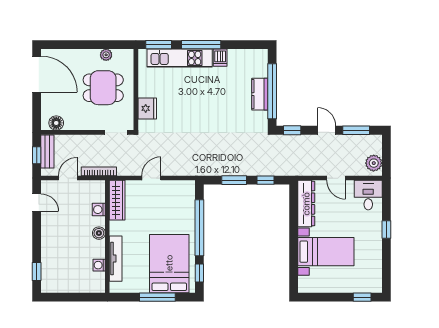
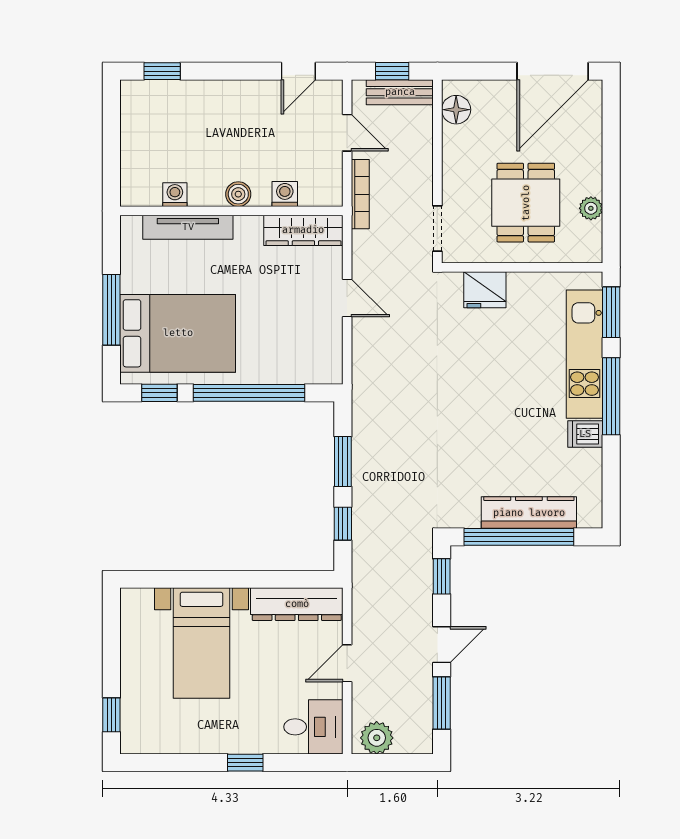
kitchen counter: (260, 94) -> (529, 513), width x1.50

